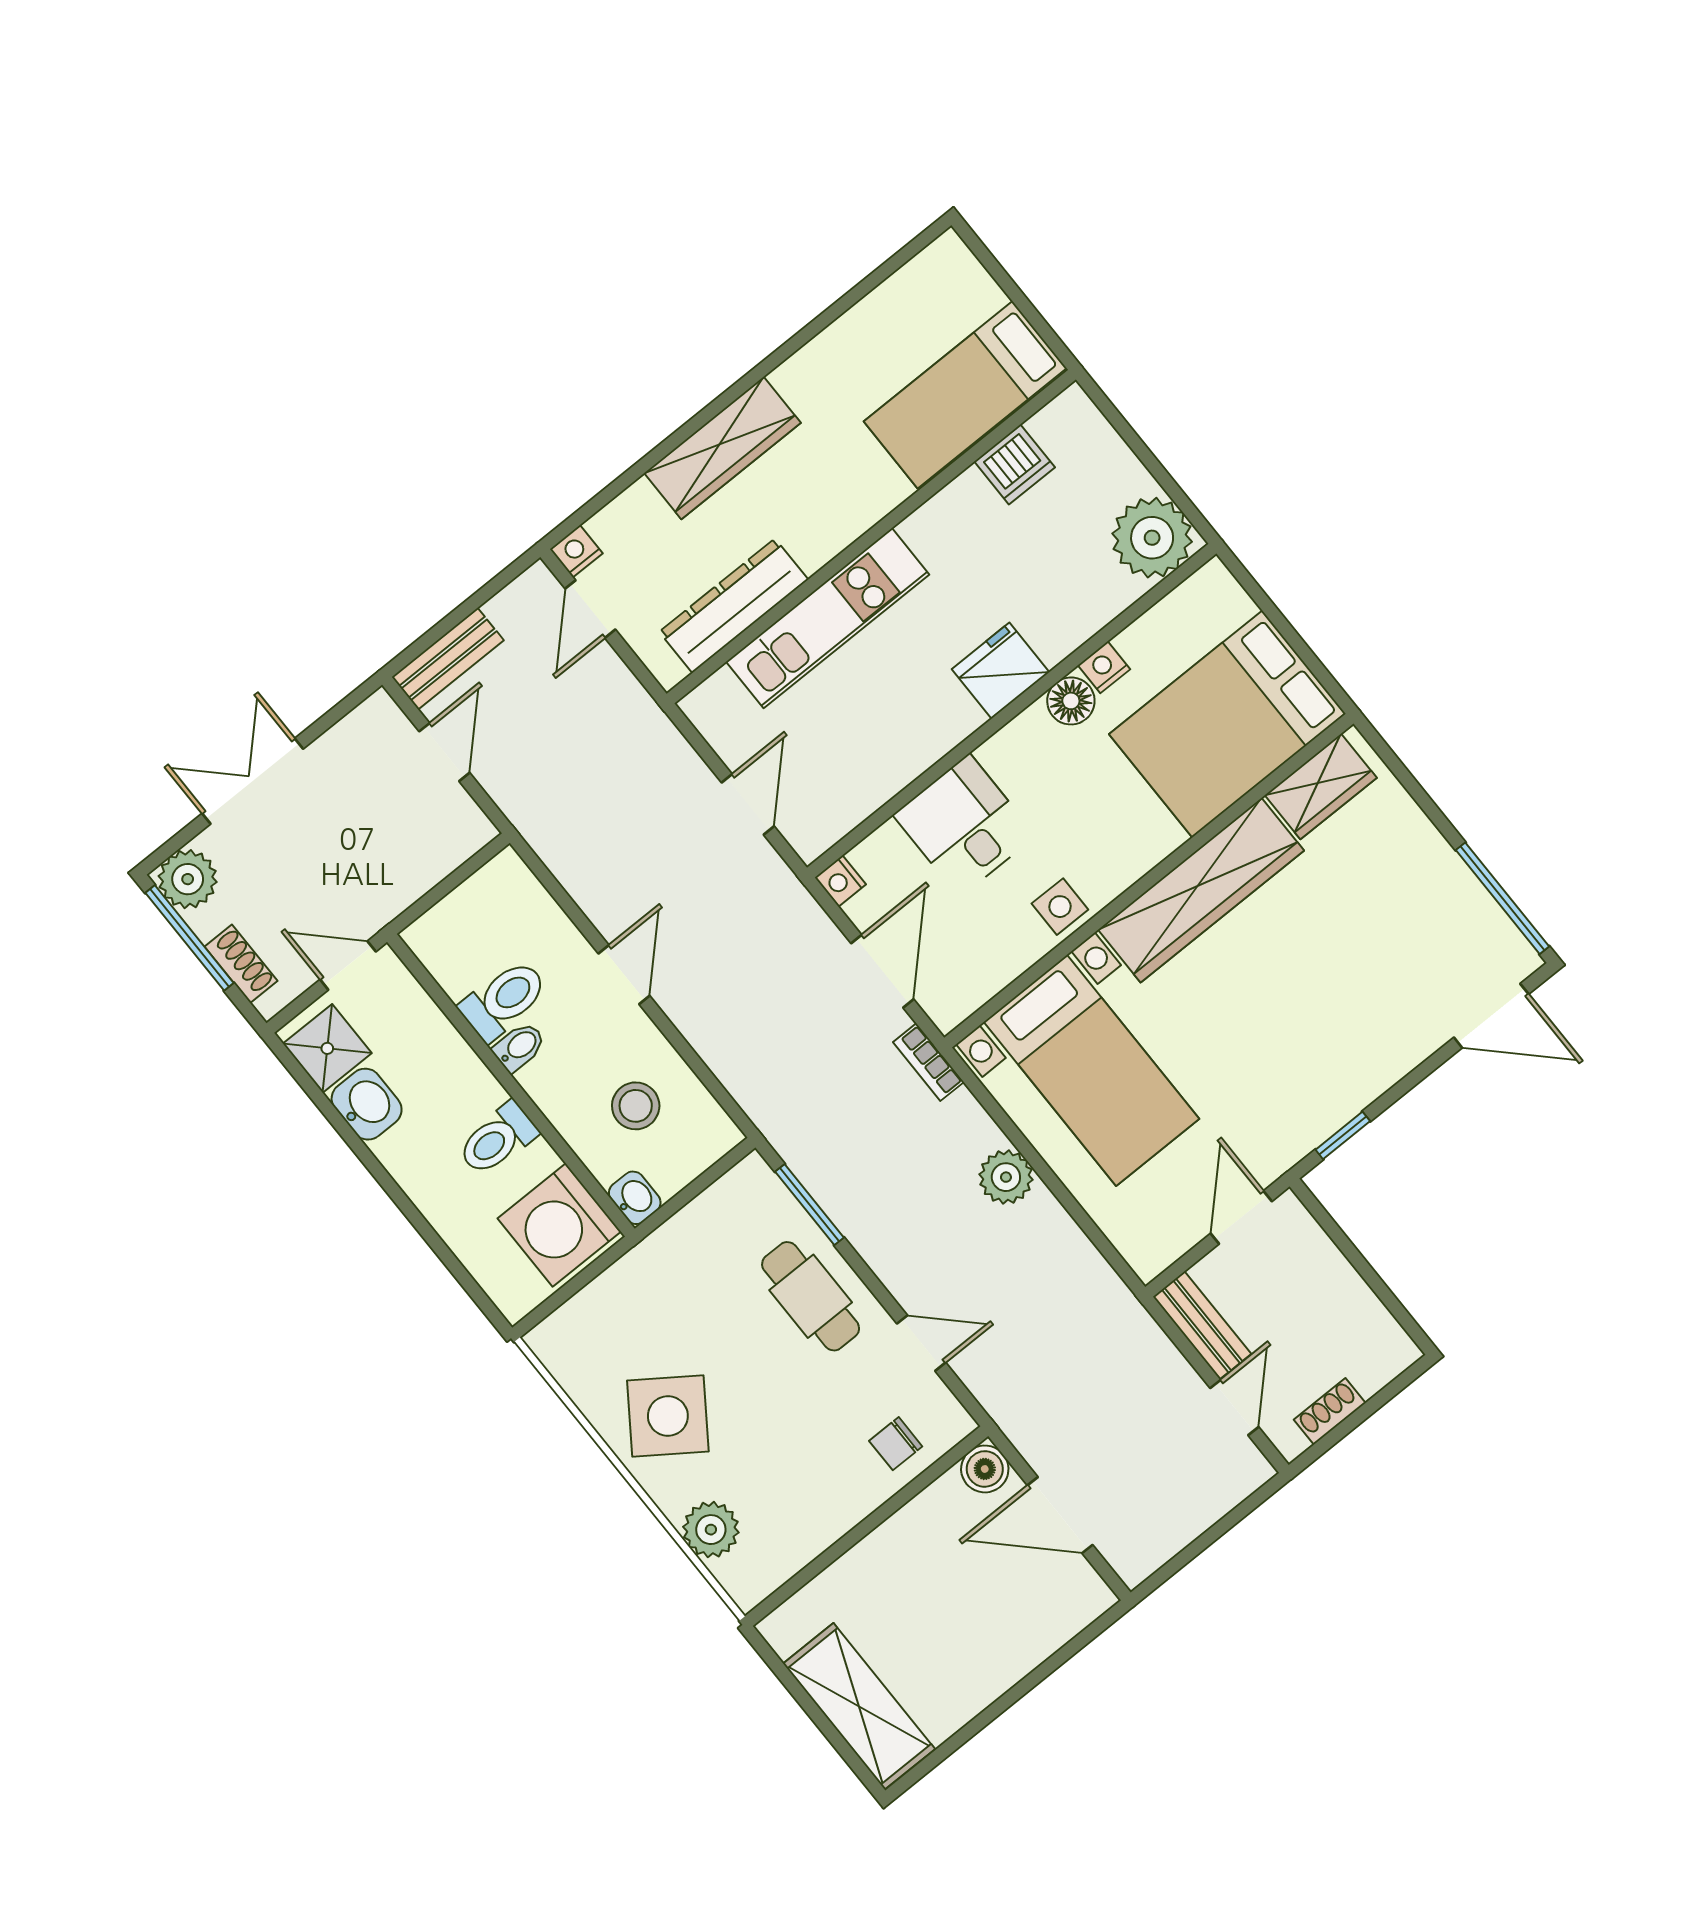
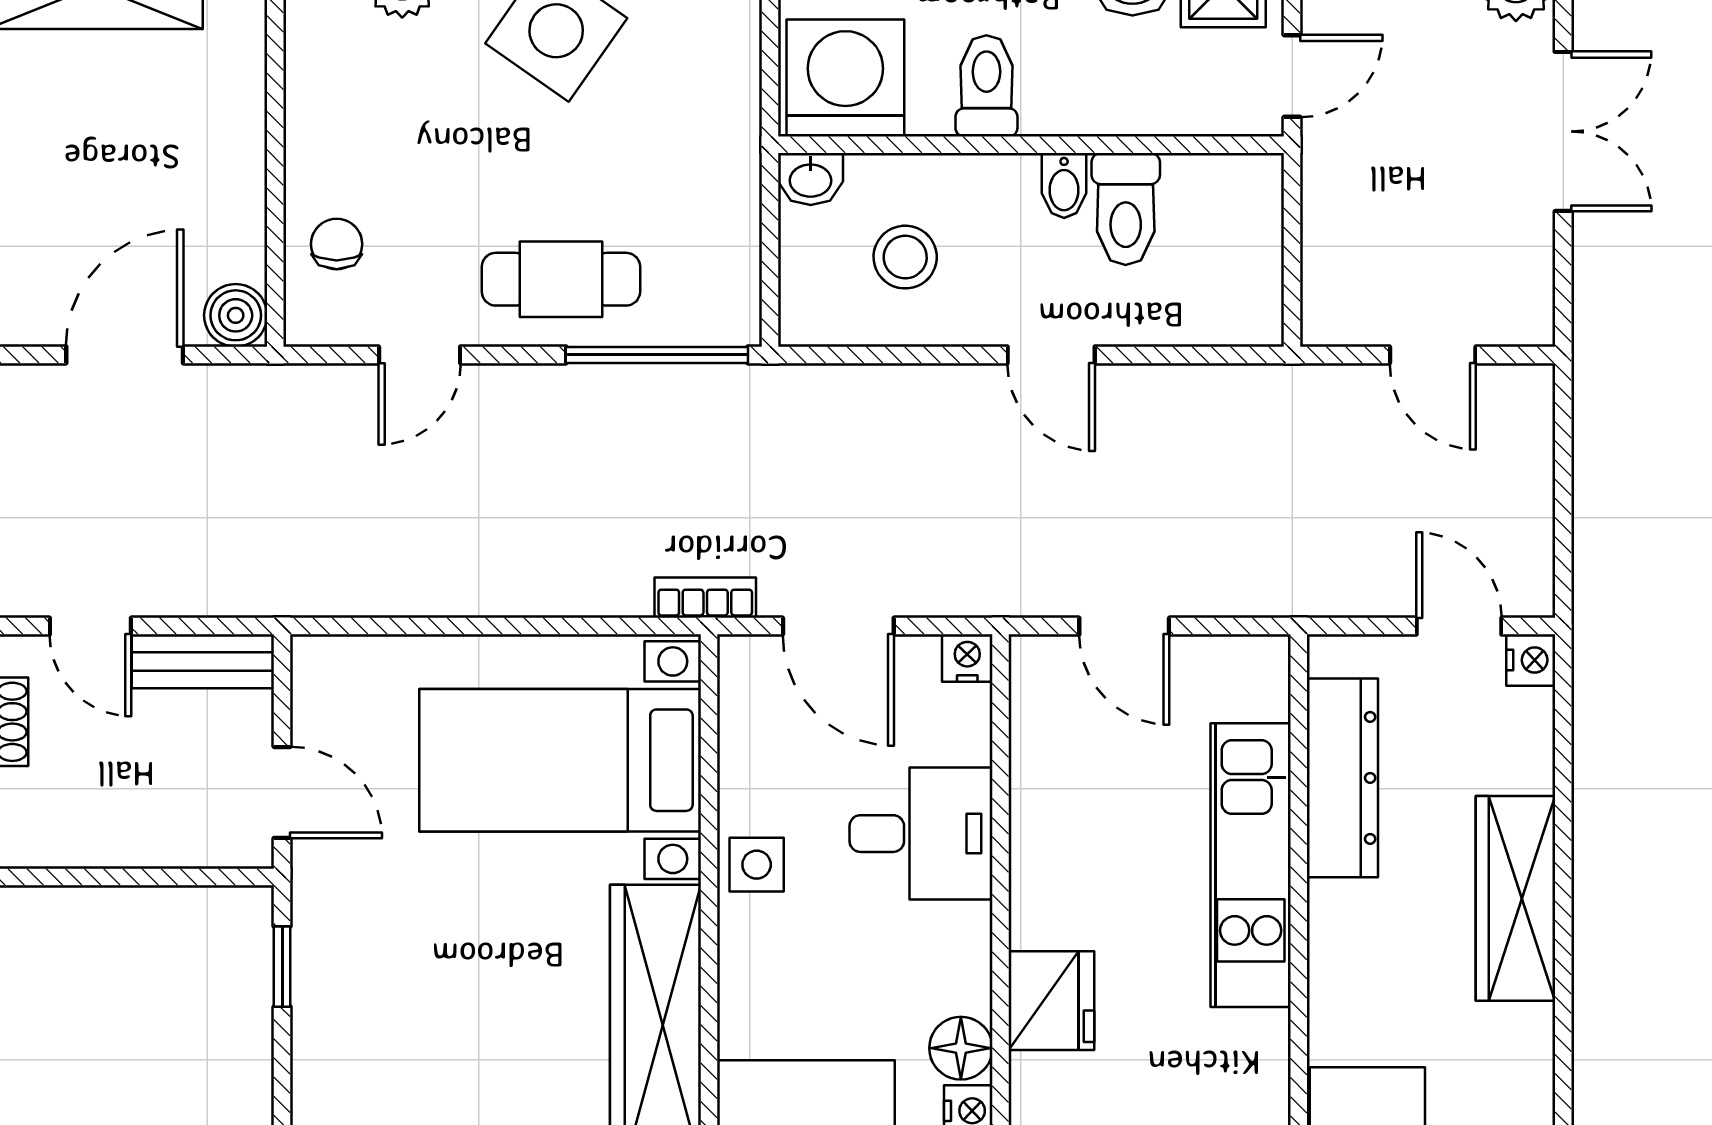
bench: (448, 659) -> (1527, 437), removed
plant: (1006, 1177) -> (521, 582), removed
window: (810, 1205) -> (657, 355), width x1.44

